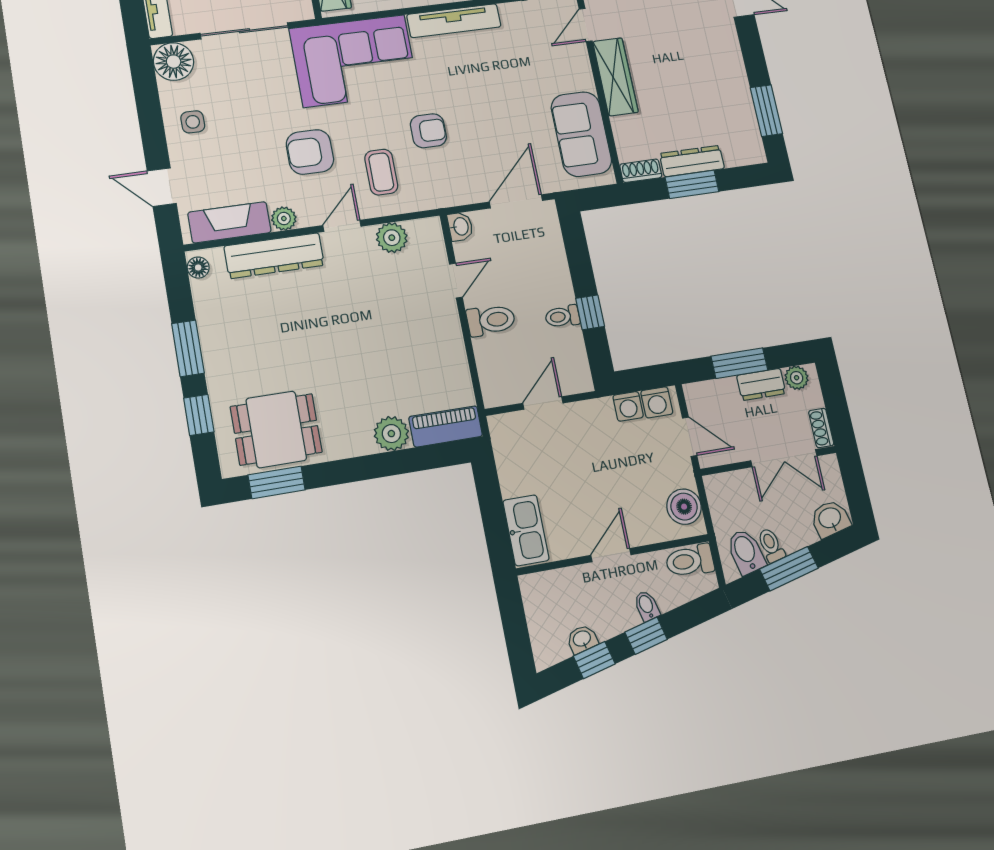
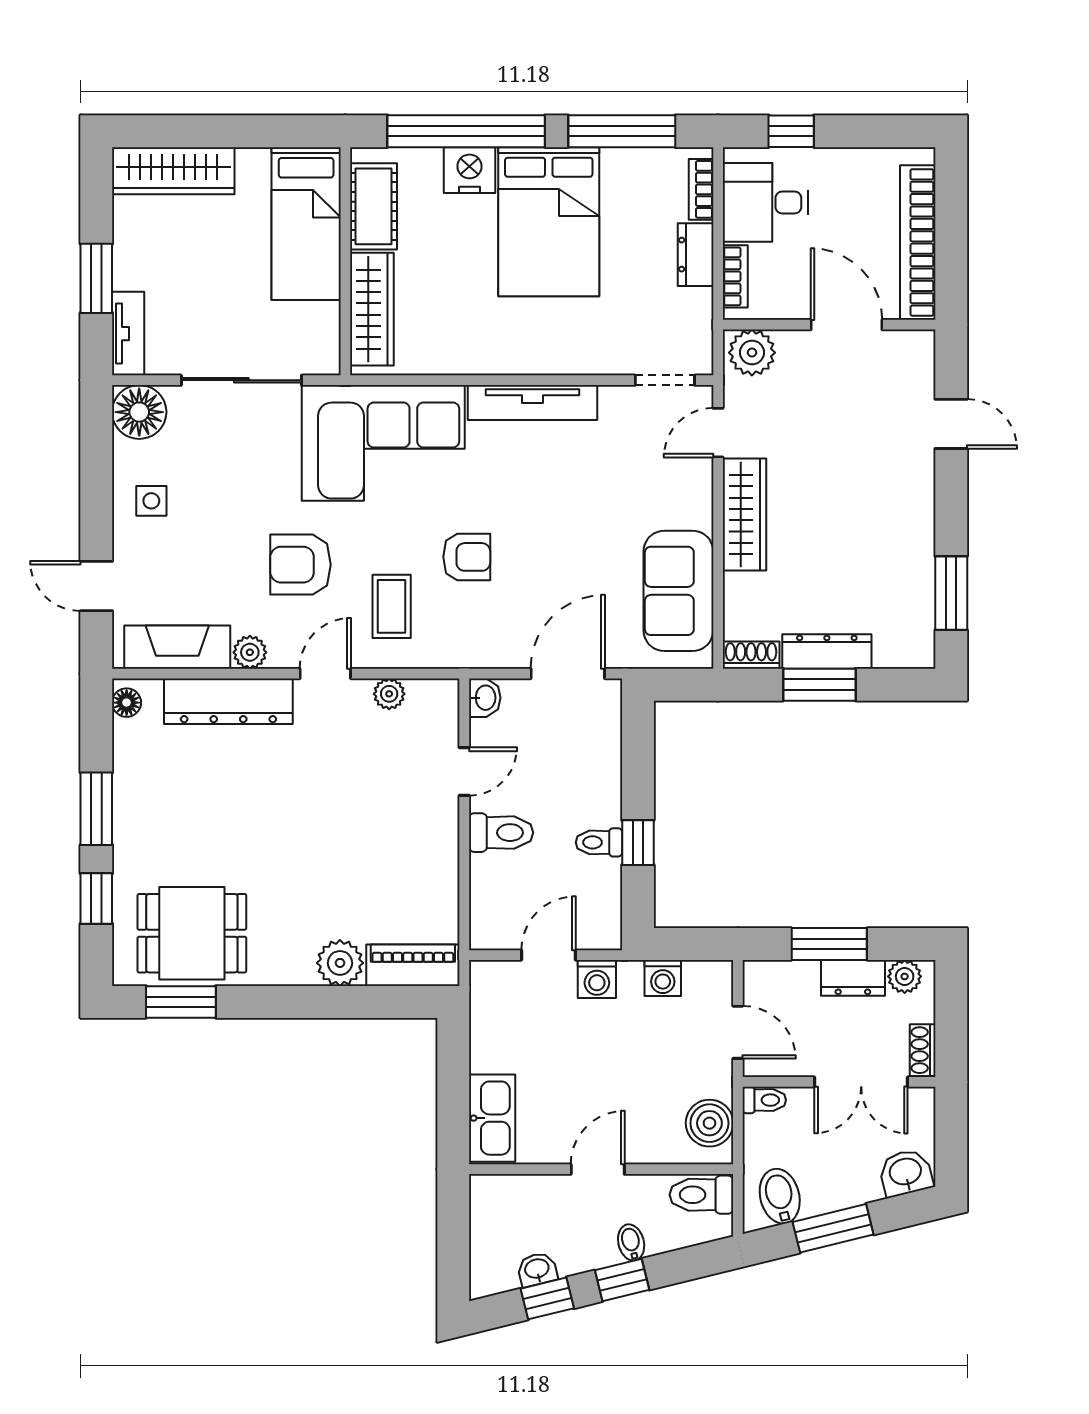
plant: (392, 238) -> (389, 694), width x0.73, depth x0.73
washing machine: (657, 402) -> (597, 979), moved
toilet: (771, 545) -> (764, 1100), moved, turned 104

